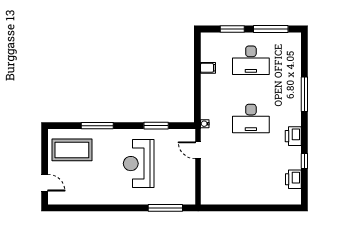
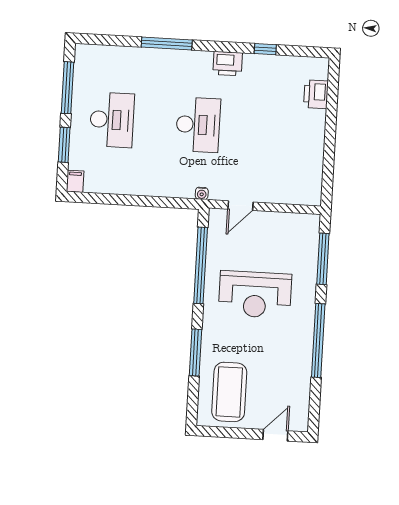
filing cabinet: (208, 68) -> (75, 181), moved
window: (156, 126) -> (201, 265), width x2.11
printer: (293, 179) -> (316, 94), moved, turned 90
window: (110, 208) -> (318, 341), added

